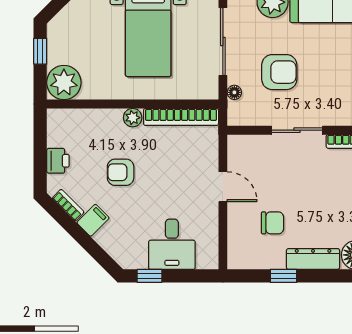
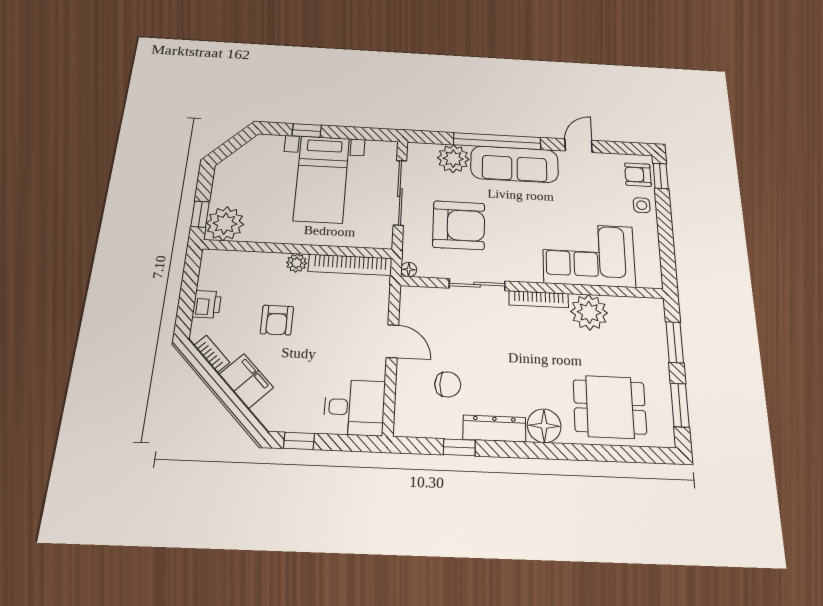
window: (40, 51) -> (200, 214), moved
armchair: (279, 72) -> (459, 225), width x1.36, depth x1.36
floor lamp: (234, 92) -> (409, 269), moved
armchair: (121, 172) -> (277, 320), turned -90
filing cabinet: (93, 220) -> (246, 381), width x2.00
desk: (172, 244) -> (354, 407), moved, turned -90

